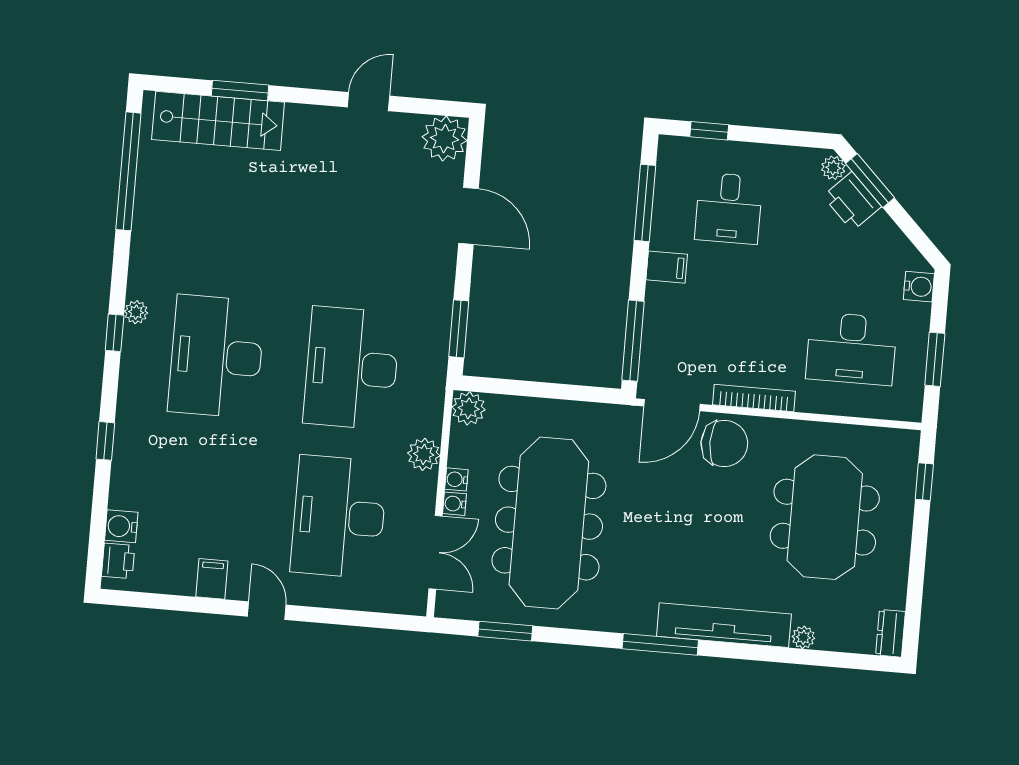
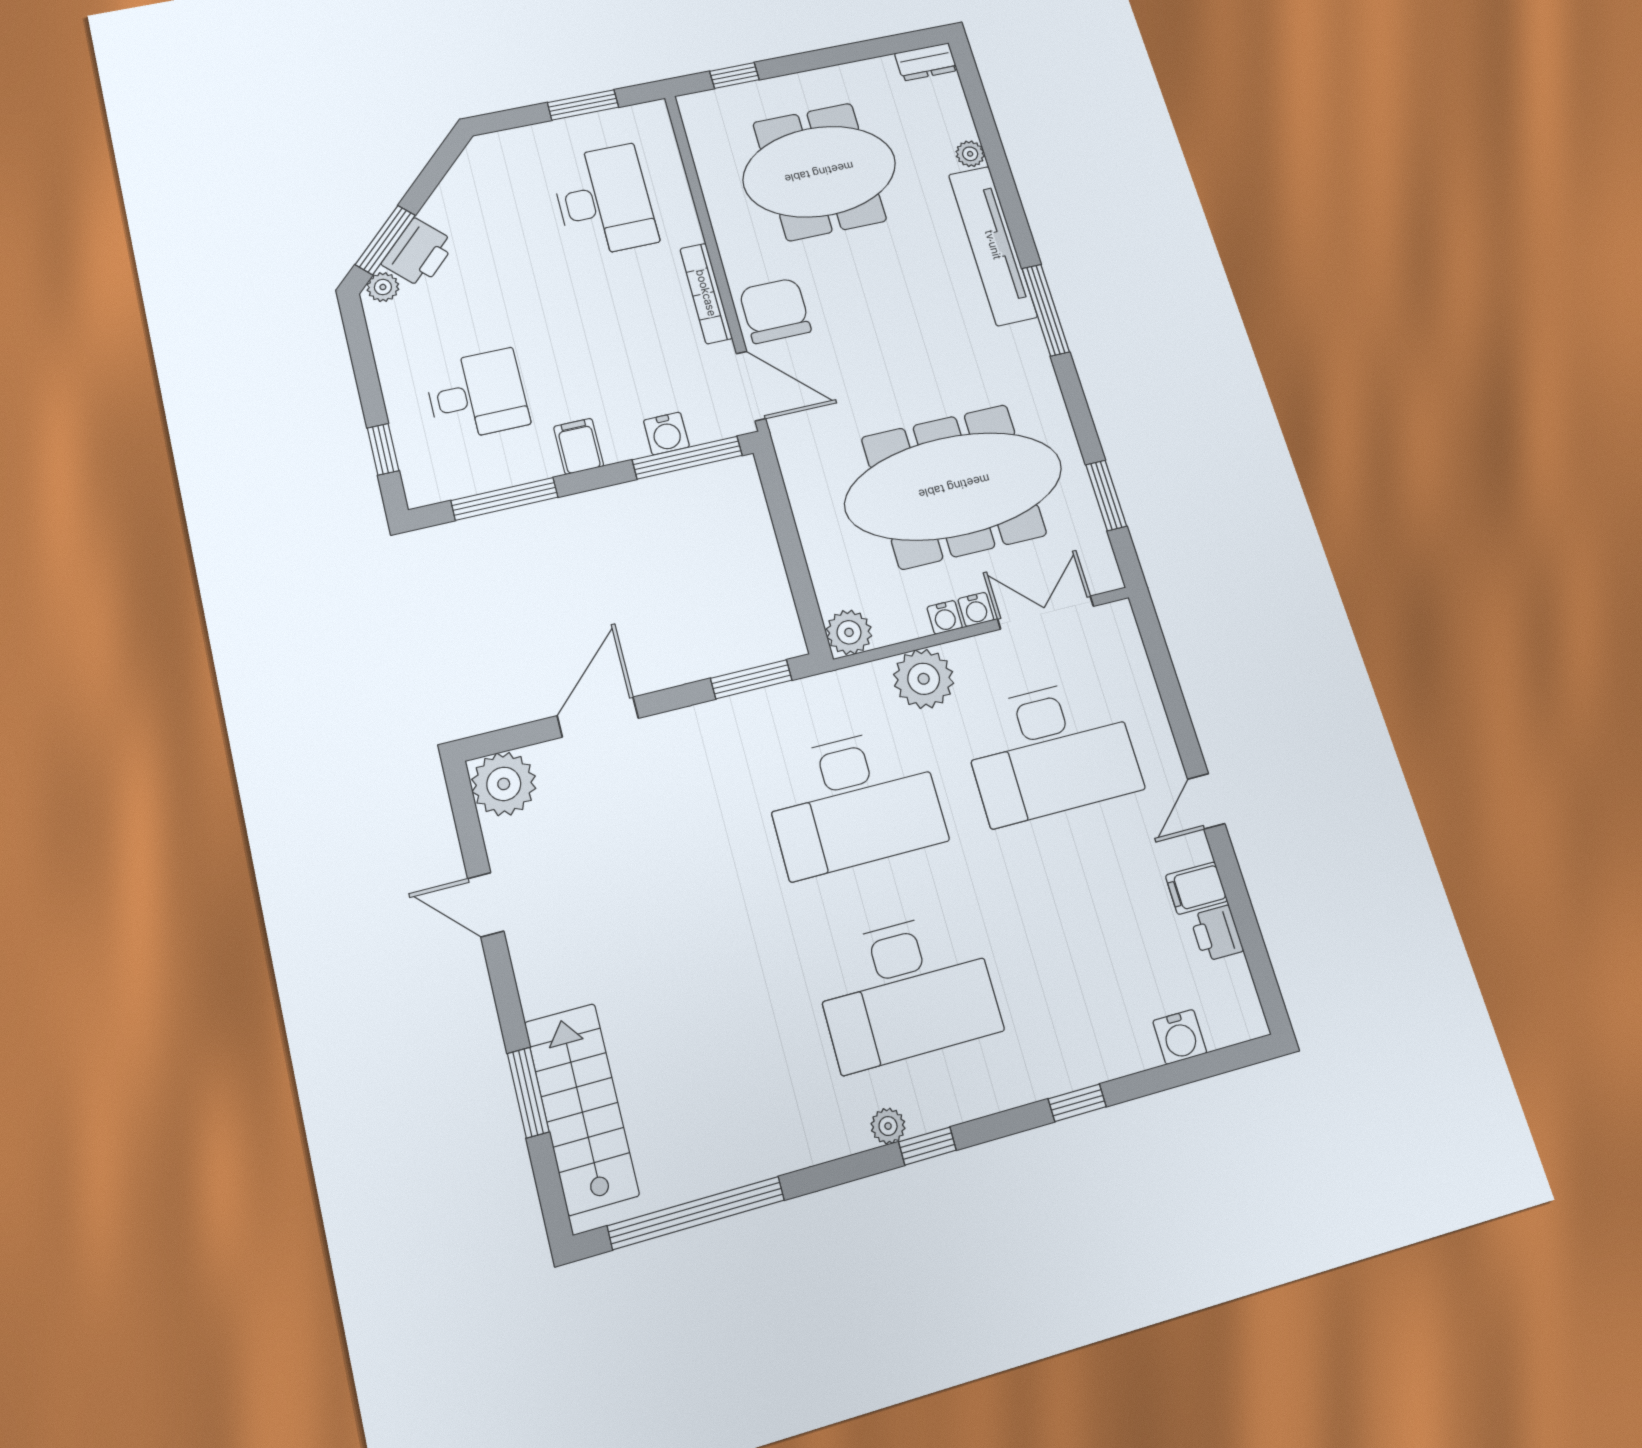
water cooler: (919, 287) -> (666, 434), moved, turned 180
plant: (424, 454) -> (924, 679), width x1.36, depth x1.36
printer: (118, 561) -> (1217, 933), moved, turned -90

